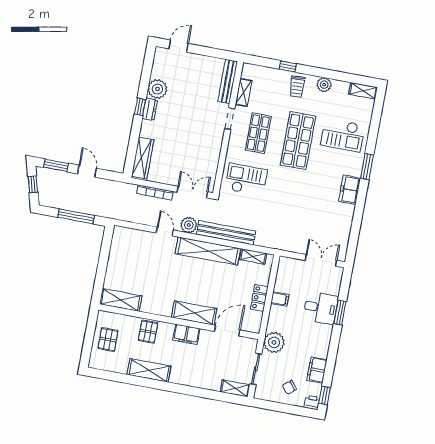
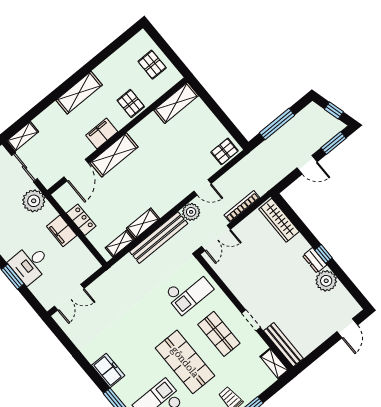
shelving: (244, 92) -> (274, 364), moved
pallet: (126, 237) -> (225, 151), added
shelving: (208, 251) -> (143, 223), width x0.45, depth x0.75
filing cabinet: (280, 299) -> (62, 231), width x2.00
shelving: (149, 370) -> (79, 93), moved

